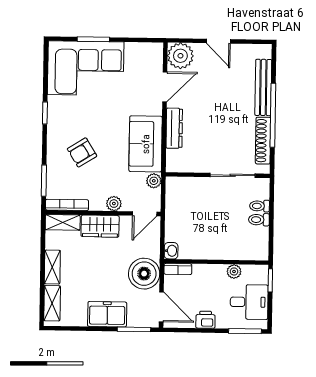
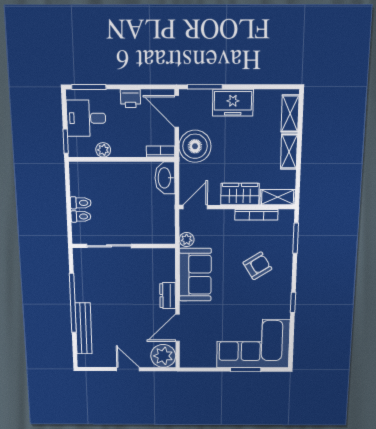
dresser: (174, 128) -> (168, 296), width x0.70
shoe rack: (263, 141) -> (81, 279), removed
plant: (114, 204) -> (226, 217), removed
bookcase: (67, 205) -> (256, 215), moved
washbasin: (171, 251) -> (165, 178), width x1.91, depth x1.45

